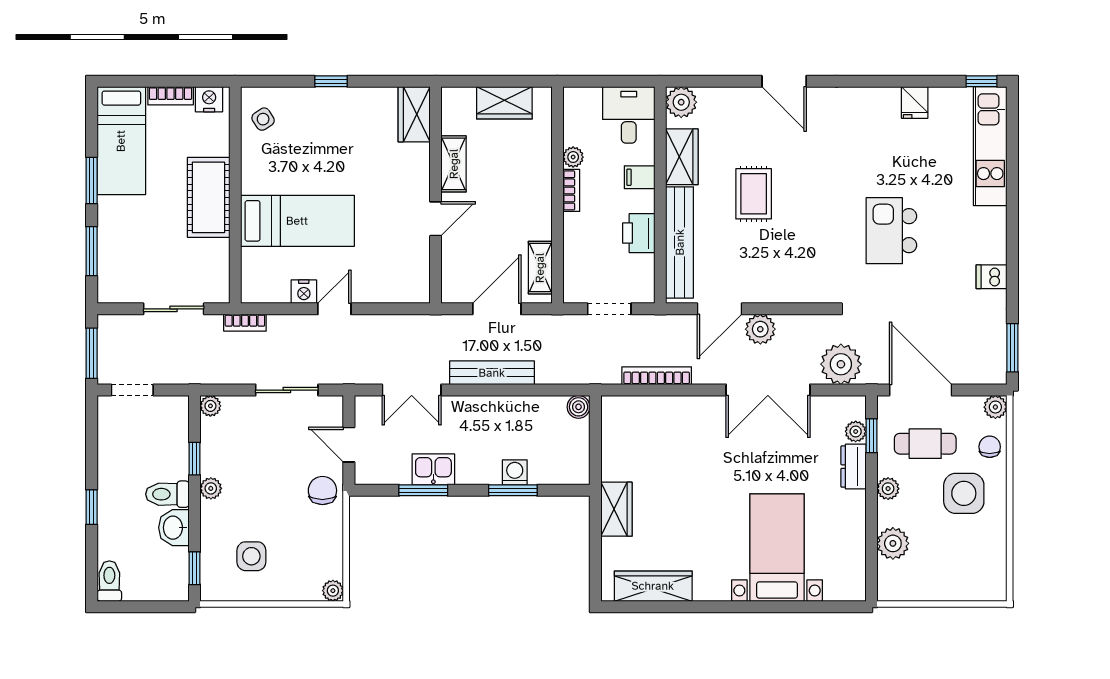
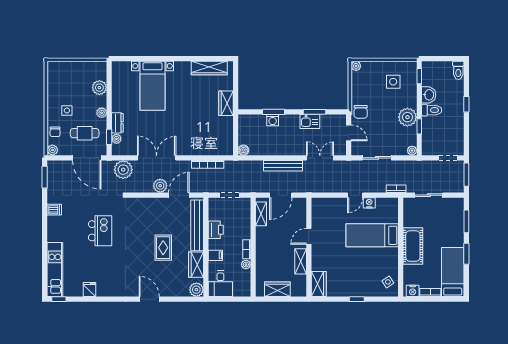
plant: (211, 488) -> (407, 117), width x1.88, depth x1.88
side table: (964, 493) -> (67, 110), width x0.54, depth x0.54

